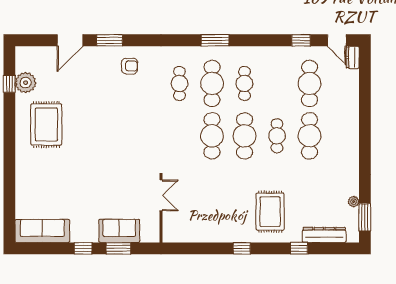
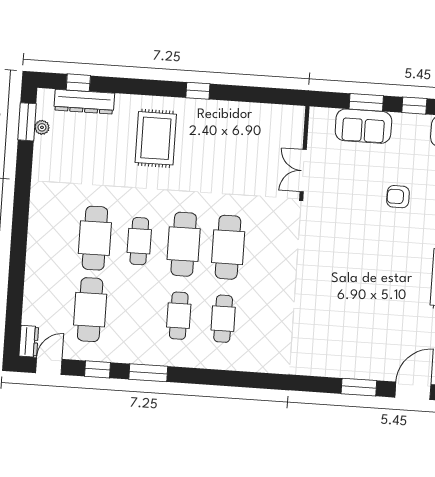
window: (215, 40) -> (148, 373), moved
door: (337, 40) -> (49, 366), hinge flipped
armchair: (130, 66) -> (398, 197), moved
cafe table: (180, 83) -> (268, 322), removed
cafe table: (212, 83) -> (223, 319), width x0.73, depth x0.74
plant: (354, 202) -> (42, 127), moved
window: (299, 248) -> (78, 83), moved

